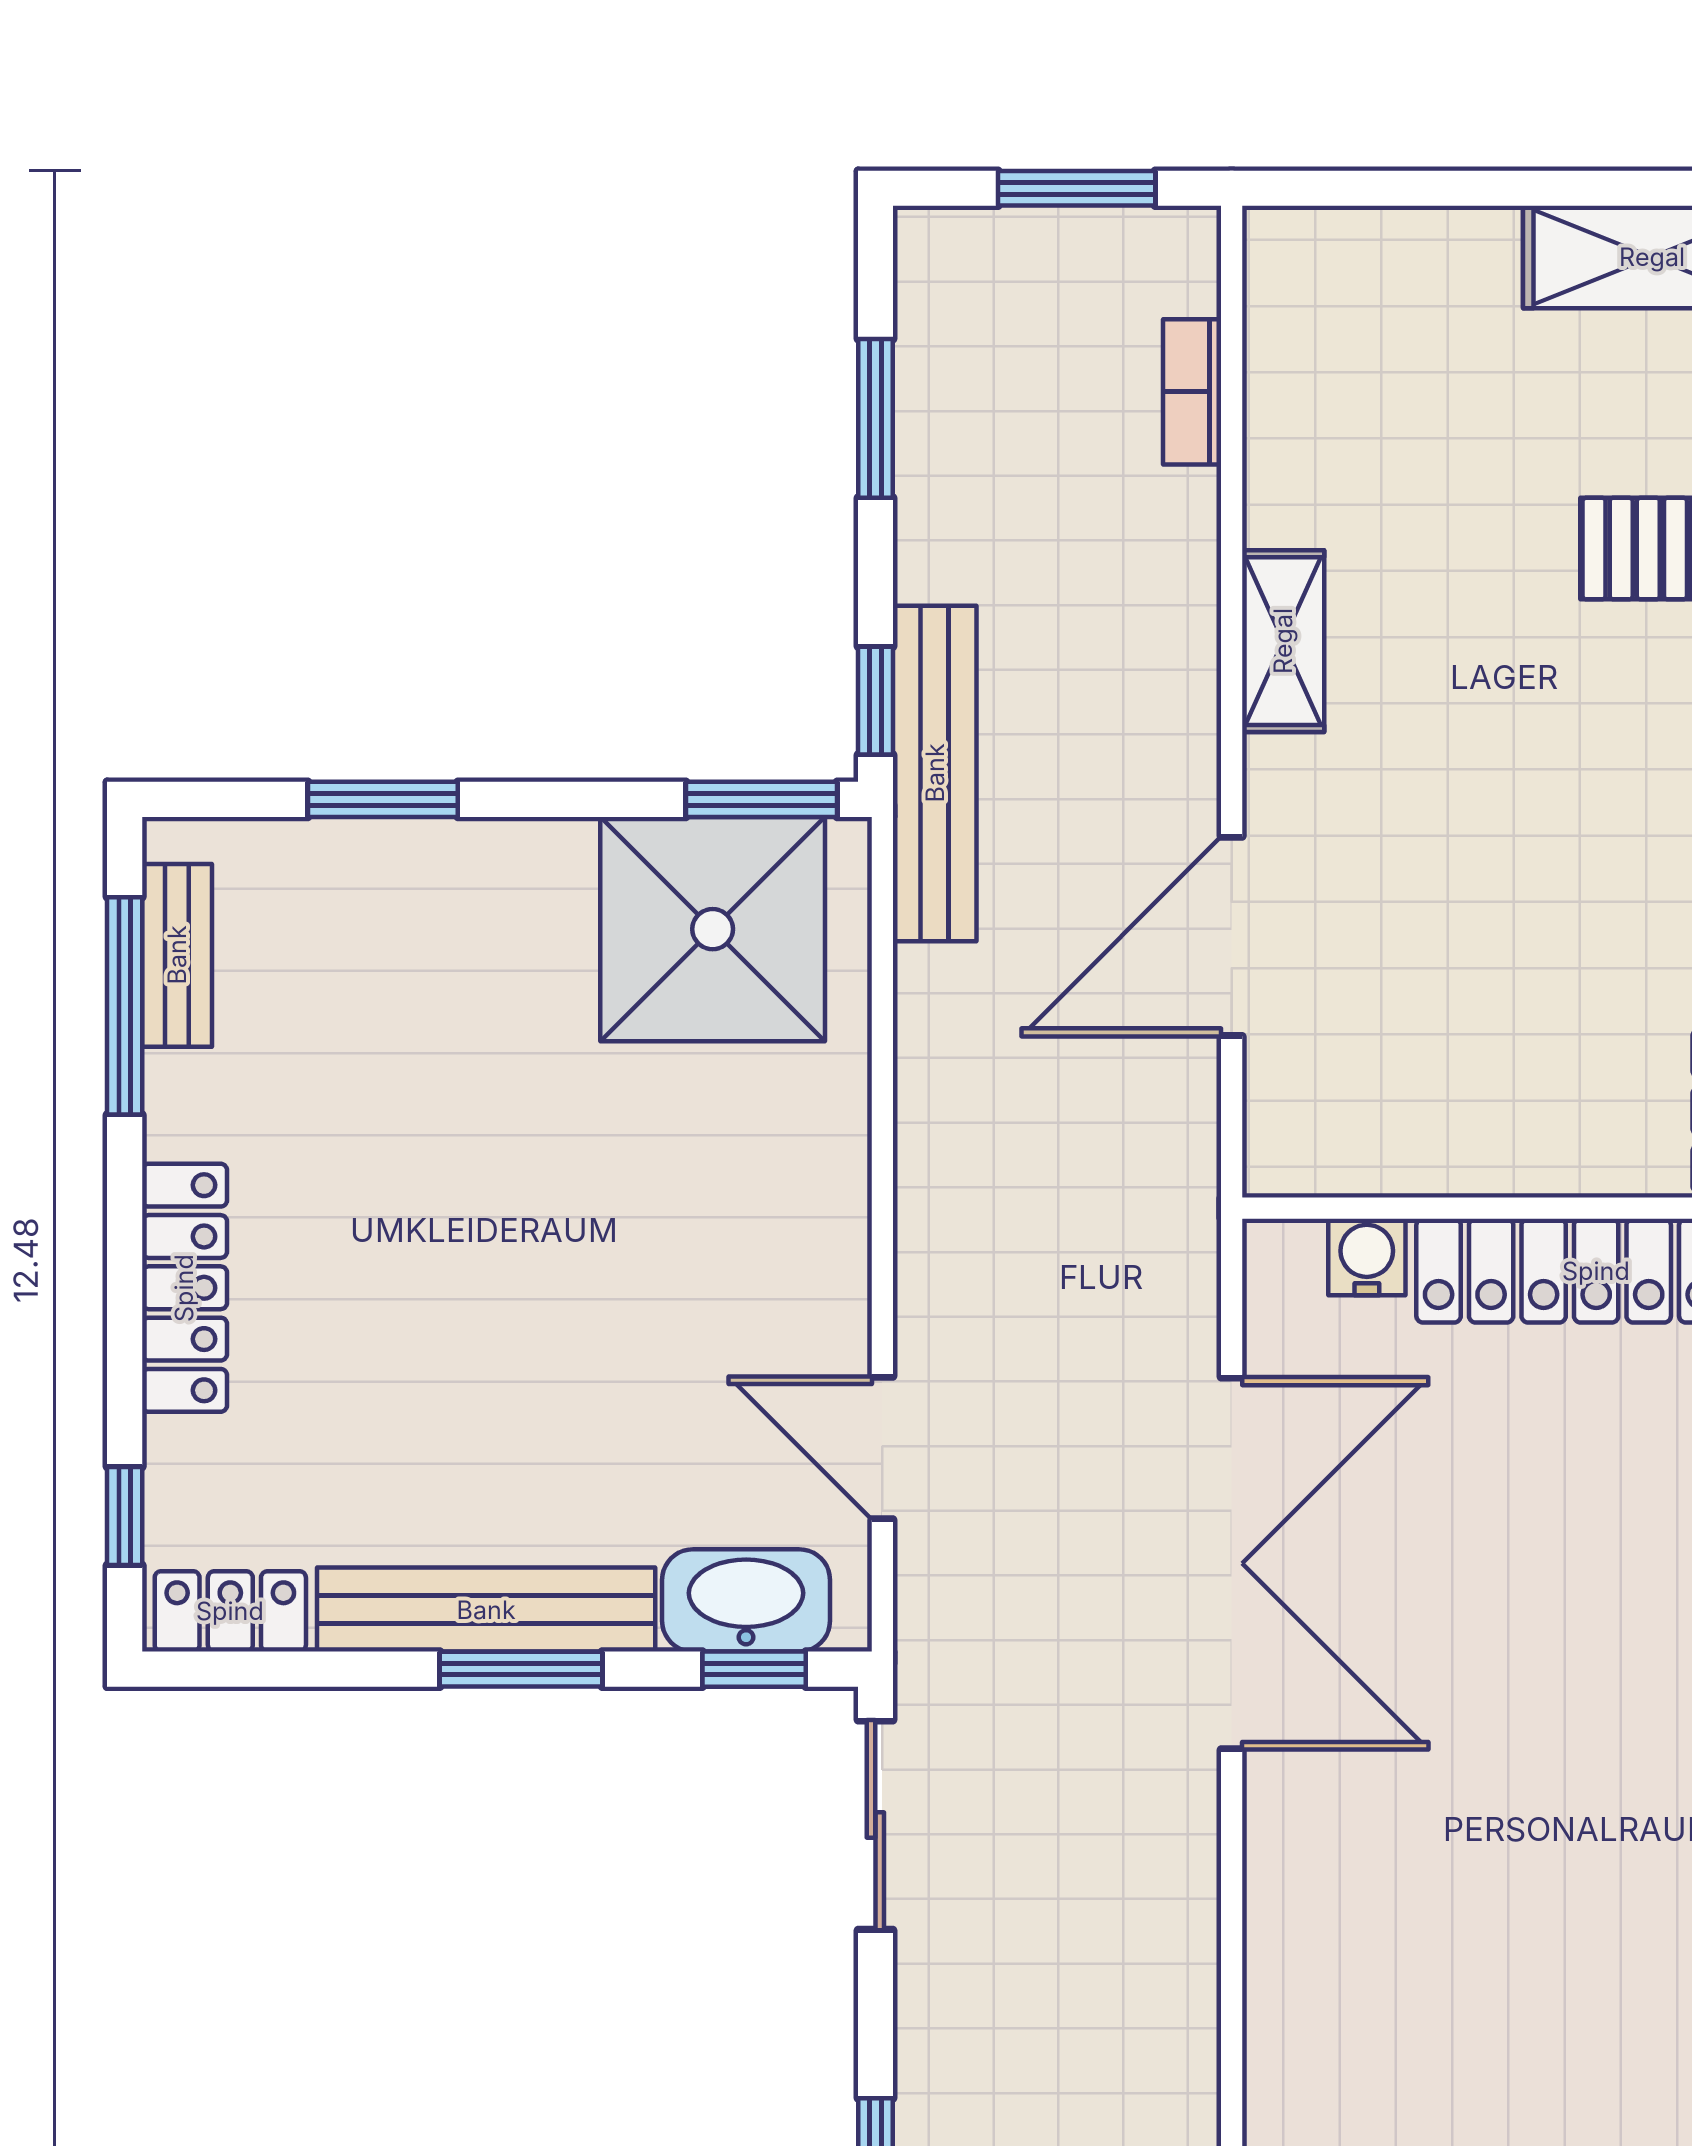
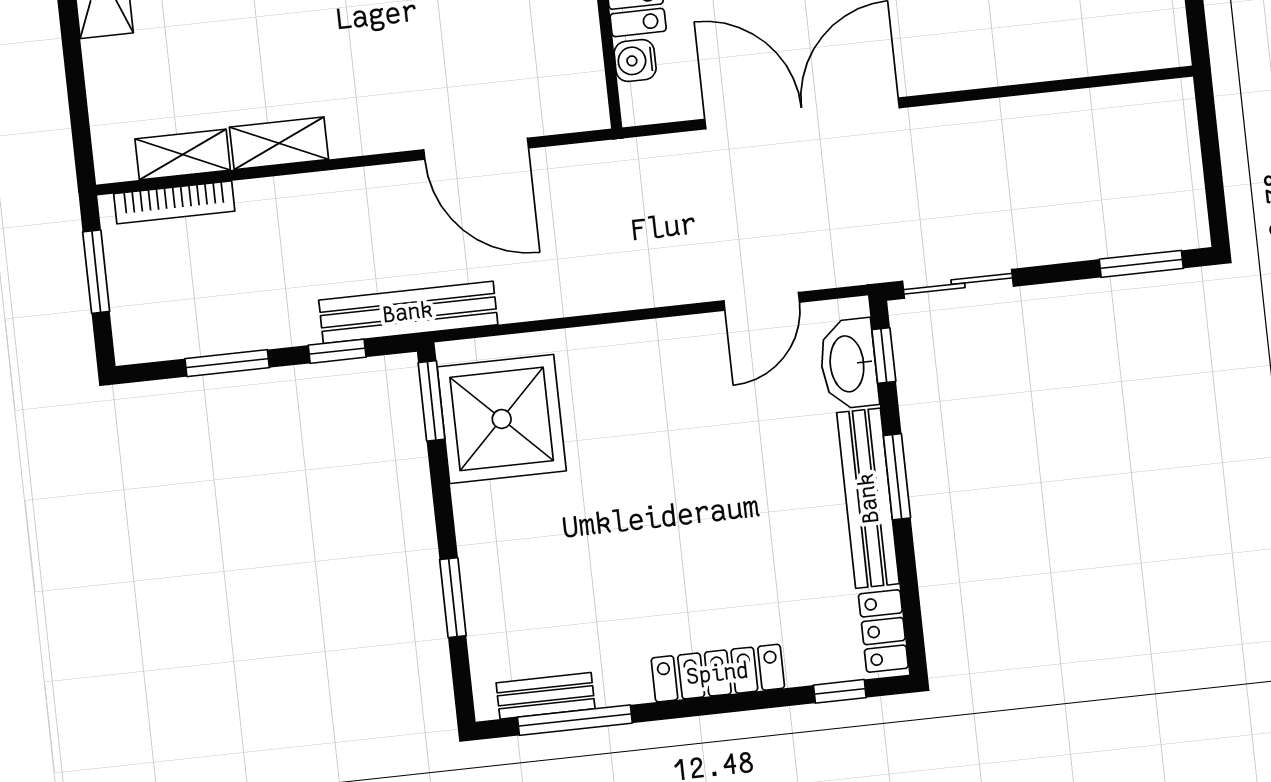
shelving: (1282, 377) -> (183, 154), added
bookcase: (1192, 392) -> (174, 202), width x1.56
shelving: (1283, 641) -> (279, 143), moved
window: (875, 701) -> (337, 351), moved

